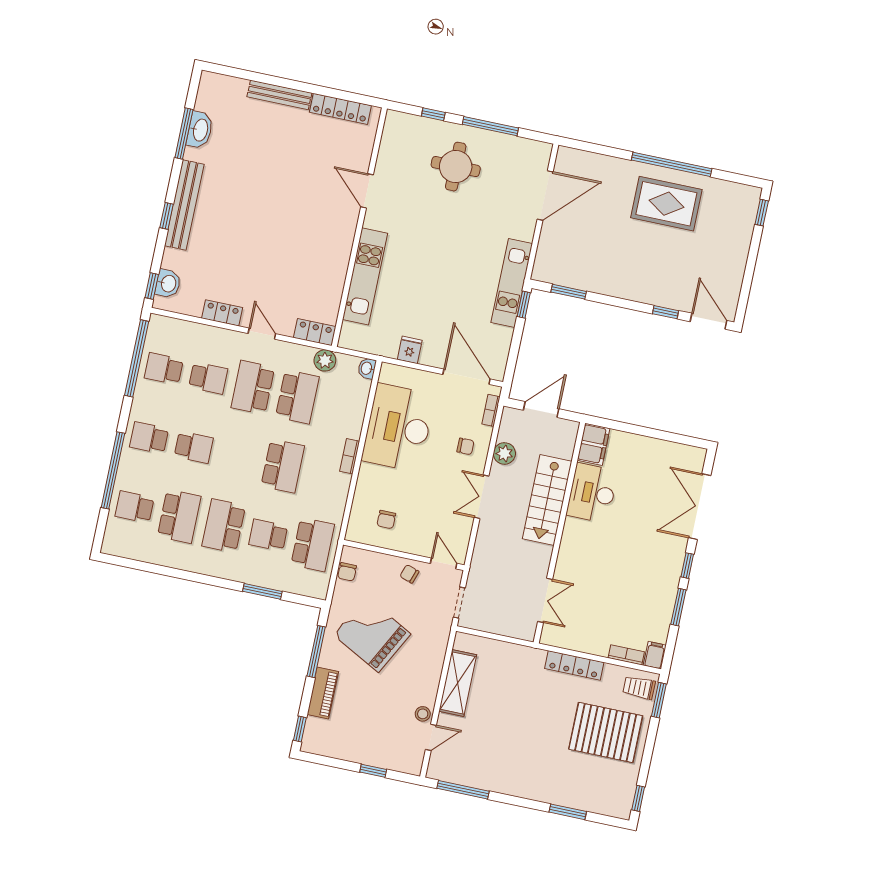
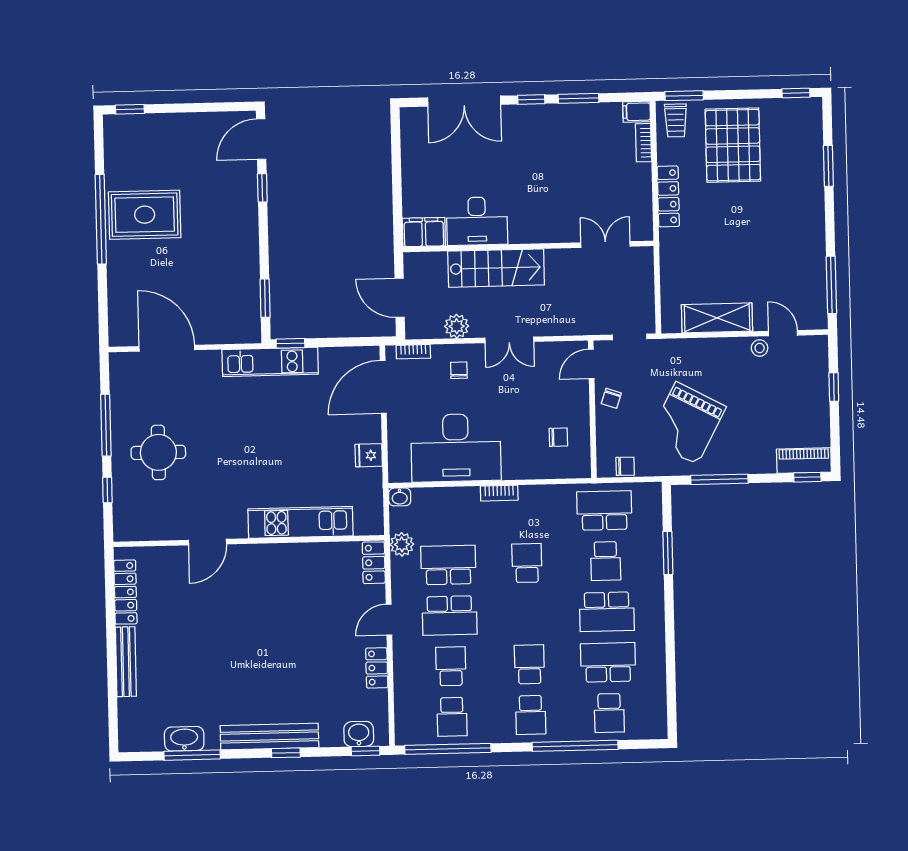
rug: (666, 204) -> (145, 215), turned 90
school desk: (283, 466) -> (527, 563), width x0.54
piano: (323, 693) -> (804, 461), moved

